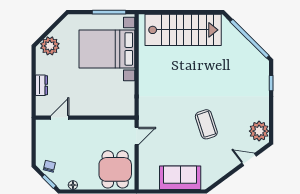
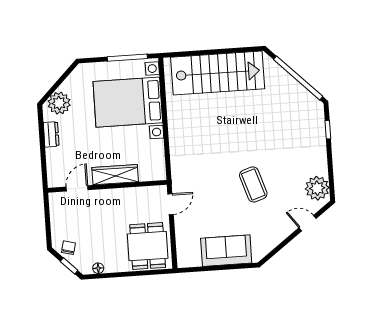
dresser: (42, 85) -> (51, 134), moved
wardrobe: (92, 108) -> (115, 175), added

